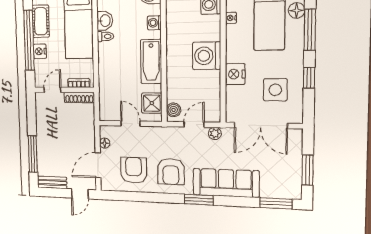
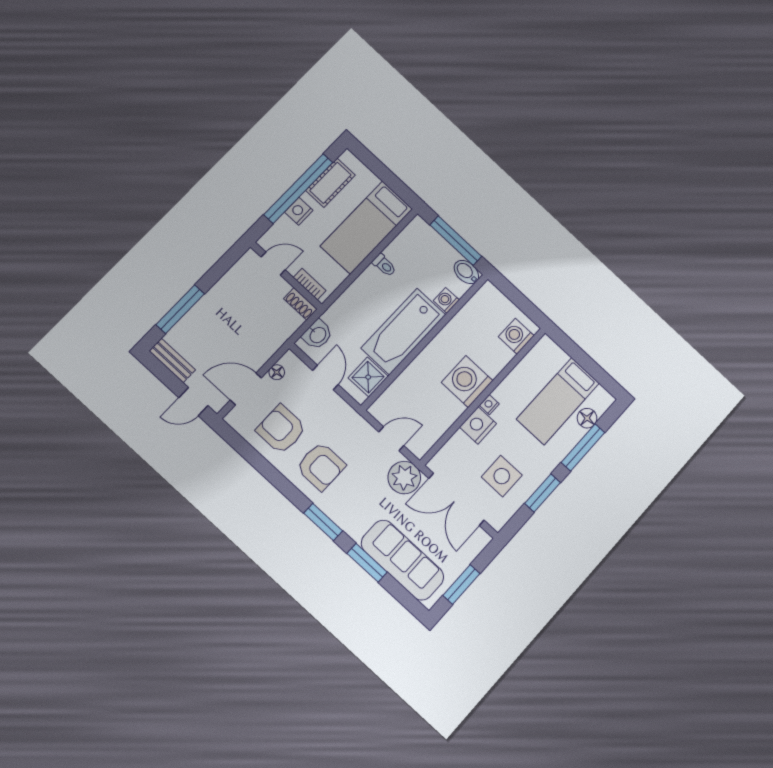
nightstand: (231, 18) -> (489, 405), moved
washbasin: (105, 21) -> (317, 335), moved
bathtub: (151, 62) -> (403, 331), width x1.36, depth x1.36
window: (309, 78) -> (543, 493), width x1.50
shoe rack: (79, 97) -> (300, 304), width x0.70
boiler: (174, 110) -> (384, 405), removed
plant: (215, 133) -> (404, 478), width x1.88, depth x1.88
armchair: (134, 170) -> (281, 429), turned -90
armchair: (171, 172) -> (321, 466), turned -90
sofa: (226, 183) -> (403, 560), moved
window: (276, 203) -> (367, 563), moved

